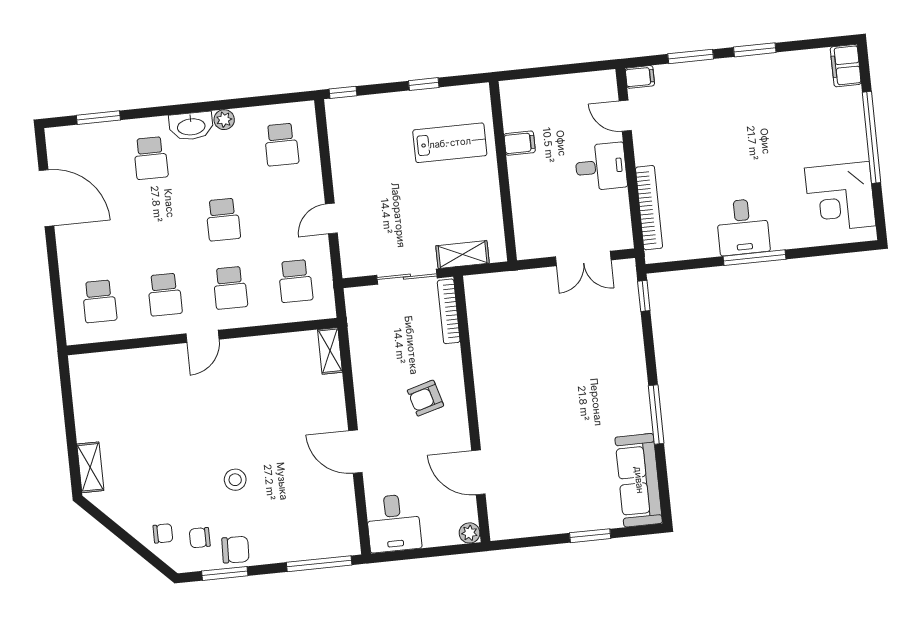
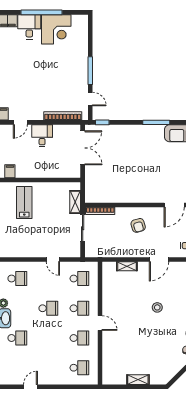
filing cabinet: (520, 143) -> (10, 171), moved
corner desk: (840, 197) -> (56, 29), moved
door: (46, 198) -> (30, 387), width x0.53
desk: (743, 227) -> (29, 27), moved, turned -90
double door: (583, 258) -> (83, 148), width x1.37
door: (692, 264) -> (90, 99), added
shelving: (330, 351) -> (127, 266), moved
shelving: (90, 467) -> (138, 380), moved
stool: (235, 480) -> (157, 307), moved

